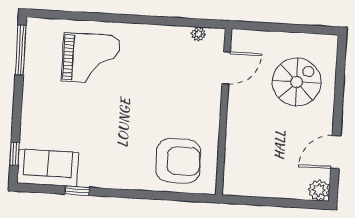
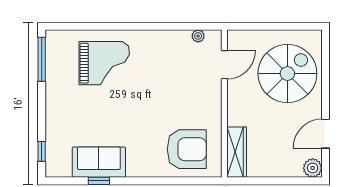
spiral stairs: (297, 82) -> (287, 74), width x1.37, depth x1.37
wardrobe: (234, 167) -> (237, 152), added
sofa: (48, 168) -> (99, 162), moved

